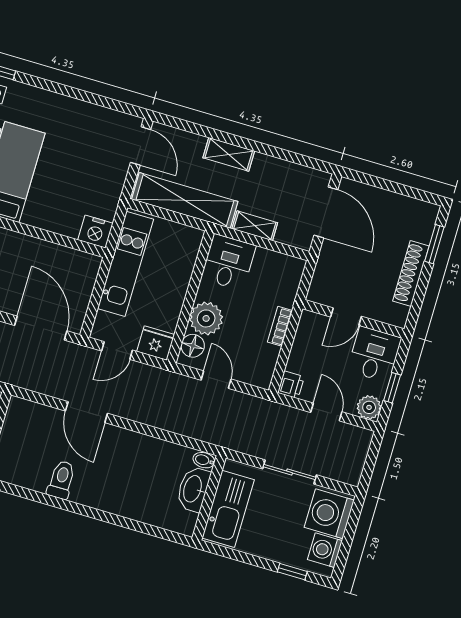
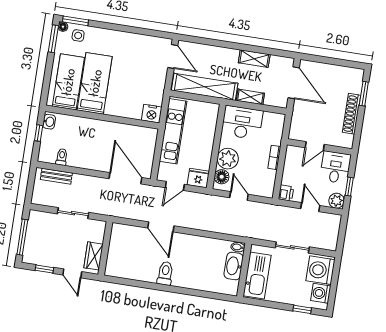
shelving: (229, 154) -> (254, 59), moved
desk: (228, 262) -> (242, 123), width x1.37
toilet: (61, 480) -> (165, 273), moved

